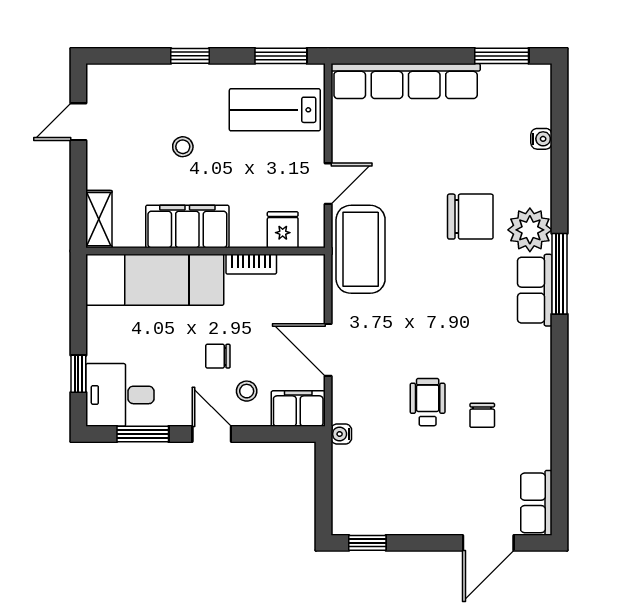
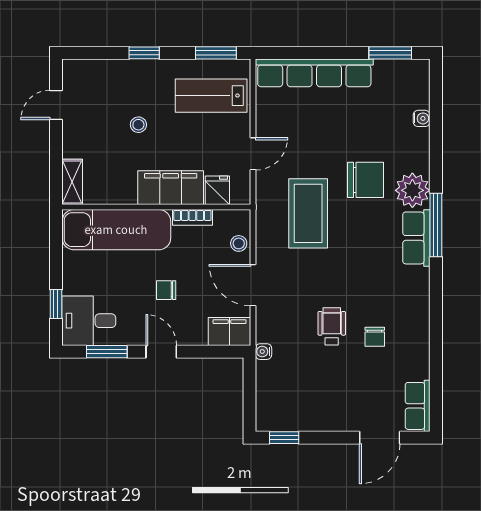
filing cabinet: (187, 226) -> (171, 188), moved
coffee table: (361, 249) -> (308, 213), moved
stool: (247, 391) -> (239, 243), moved

